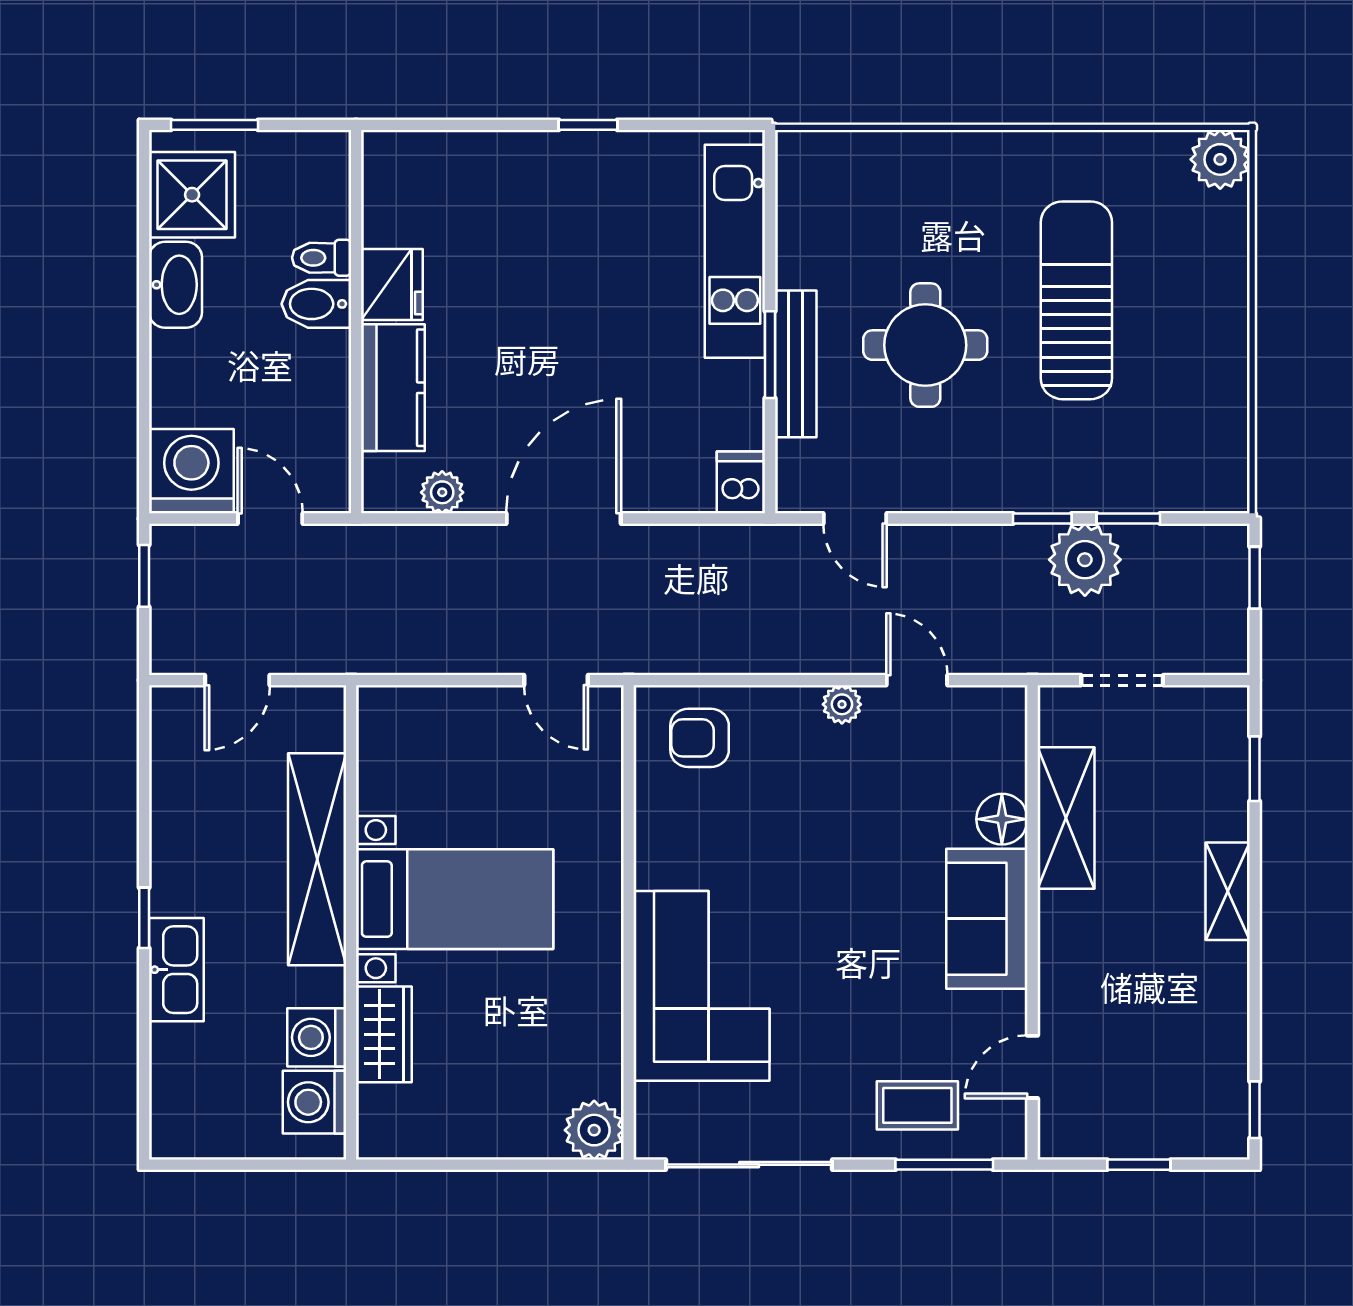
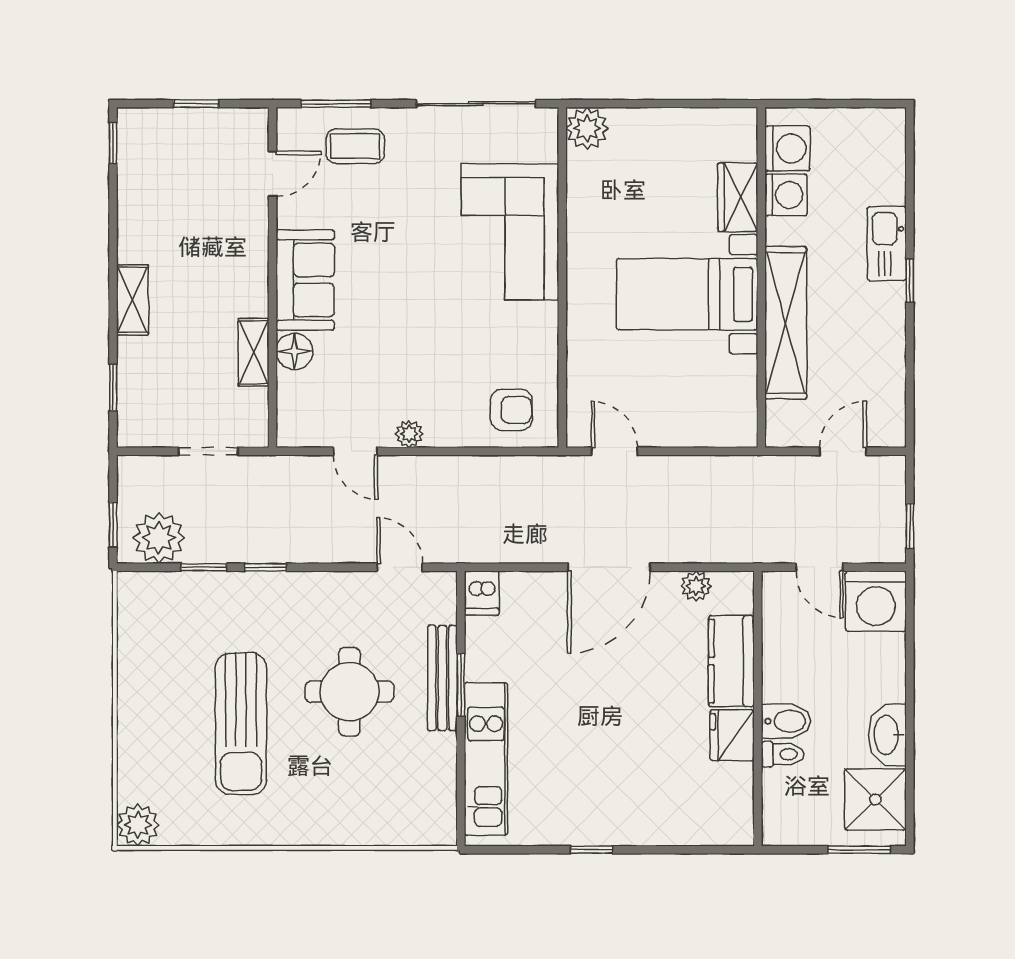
plant: (1085, 560) -> (159, 538), moved
shelving: (1066, 818) -> (254, 352), width x0.67, depth x0.75

